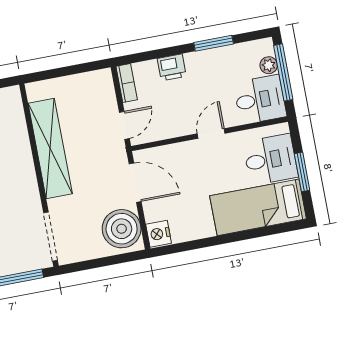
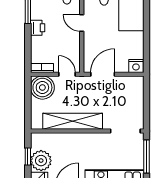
printer: (172, 67) -> (38, 28), moved
boiler: (122, 229) -> (42, 88), moved

